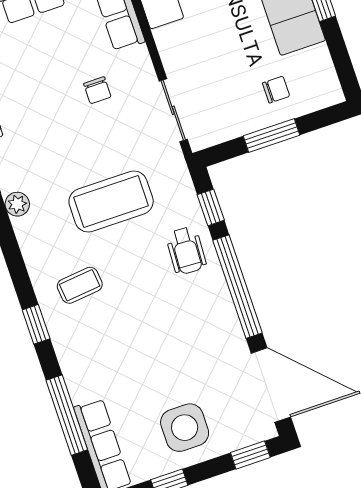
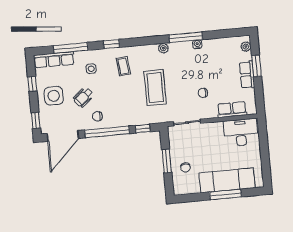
wheelchair: (186, 251) -> (83, 97), moved, turned -42
chair: (208, 317) -> (97, 116), added
side table: (103, 357) -> (91, 69), added

